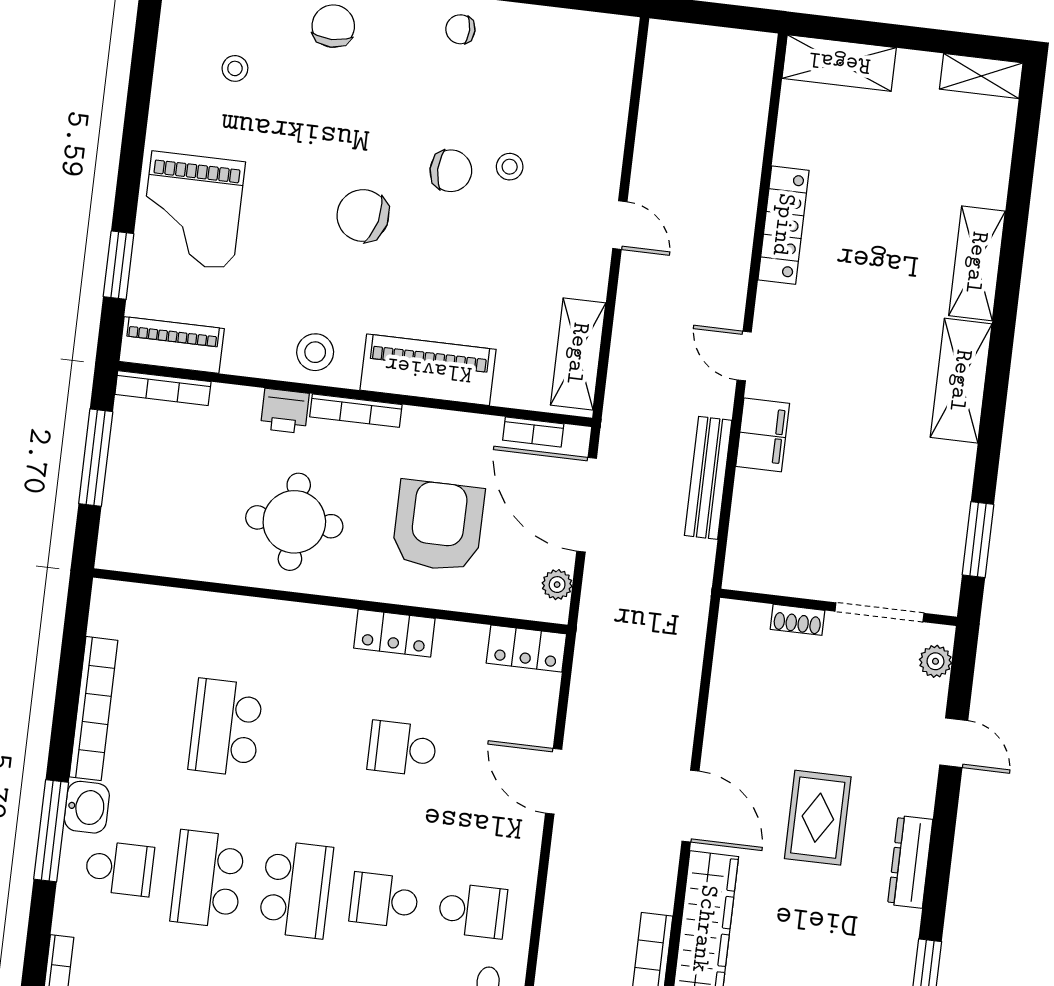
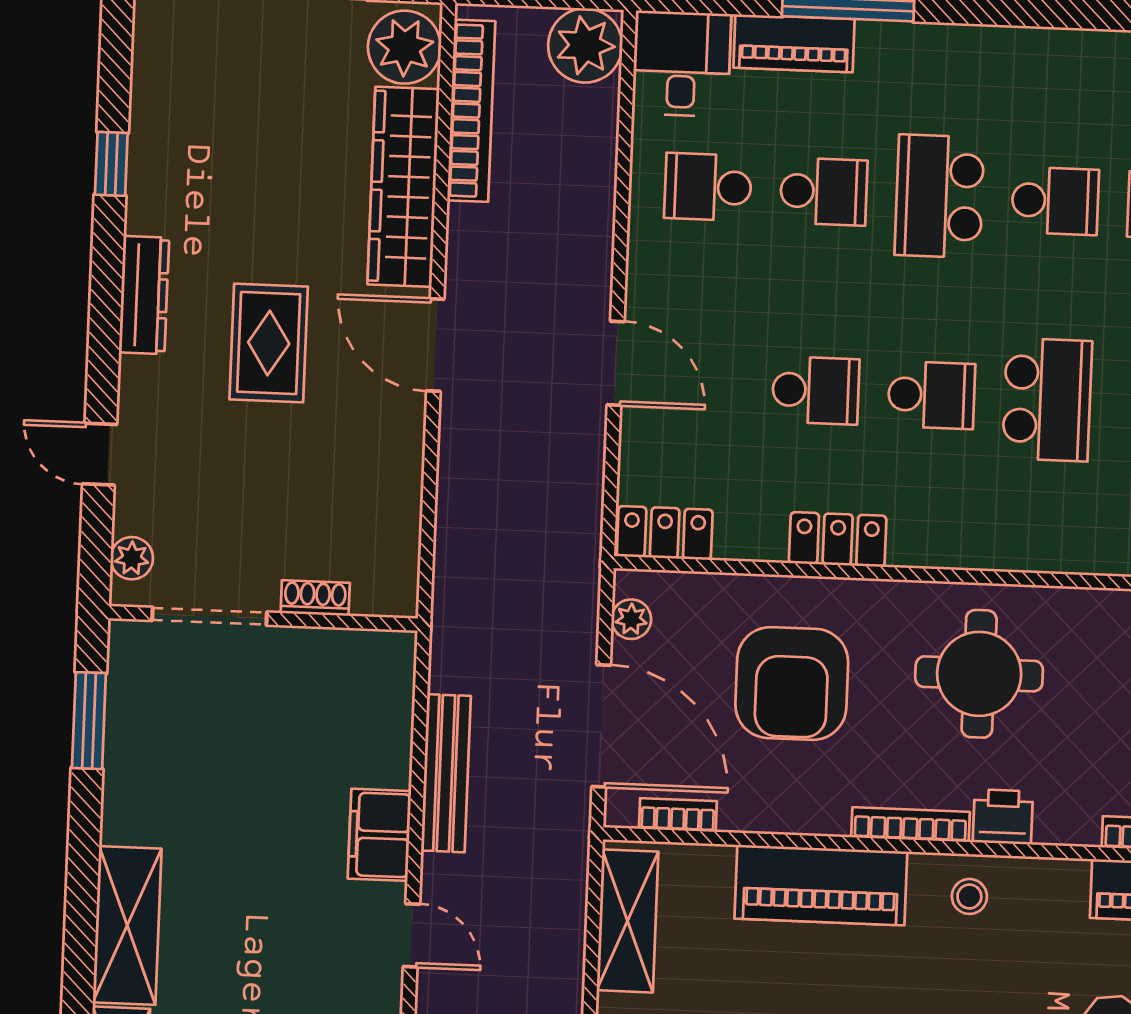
stool: (315, 352) -> (969, 896), width x0.73, depth x0.73
school desk: (314, 738) -> (931, 395), added
school desk: (208, 879) -> (1055, 201), width x0.54

